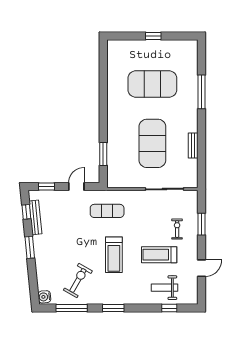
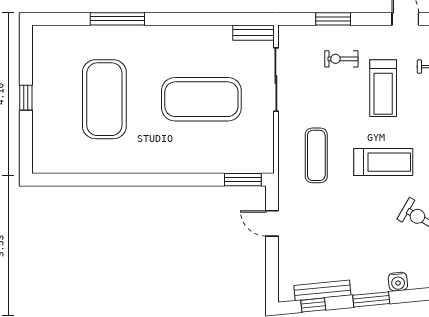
bench: (193, 146) -> (253, 33), moved
window: (103, 154) -> (243, 180), moved
window: (47, 187) -> (272, 272), removed
exercise mat: (107, 211) -> (316, 155), moved
water cooler: (41, 264) -> (398, 282), added

